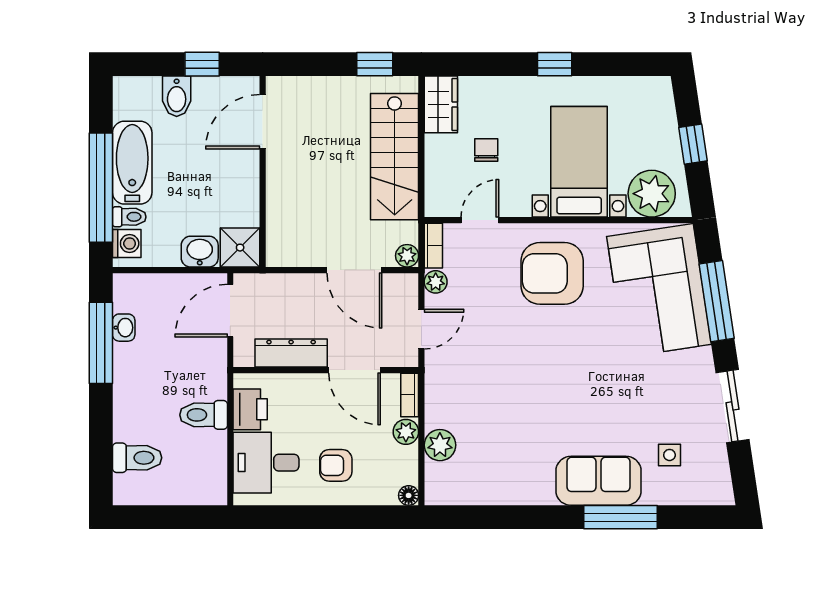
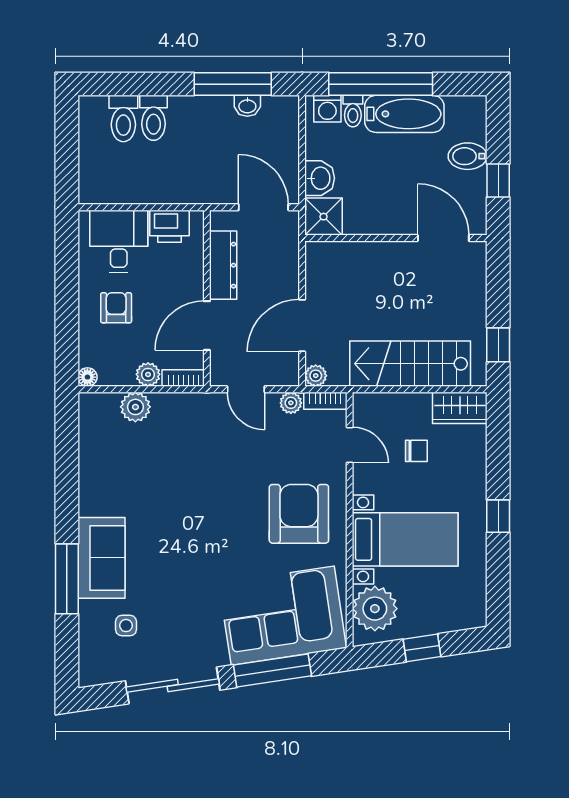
sliding door: (732, 406) -> (173, 685), width x1.37
toilet: (204, 415) -> (154, 118), moved, turned 180

